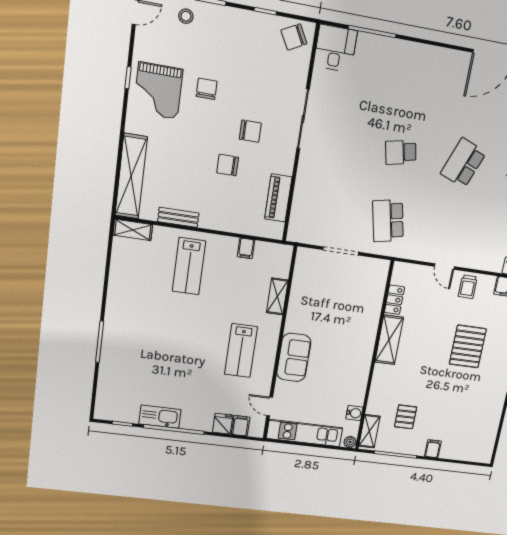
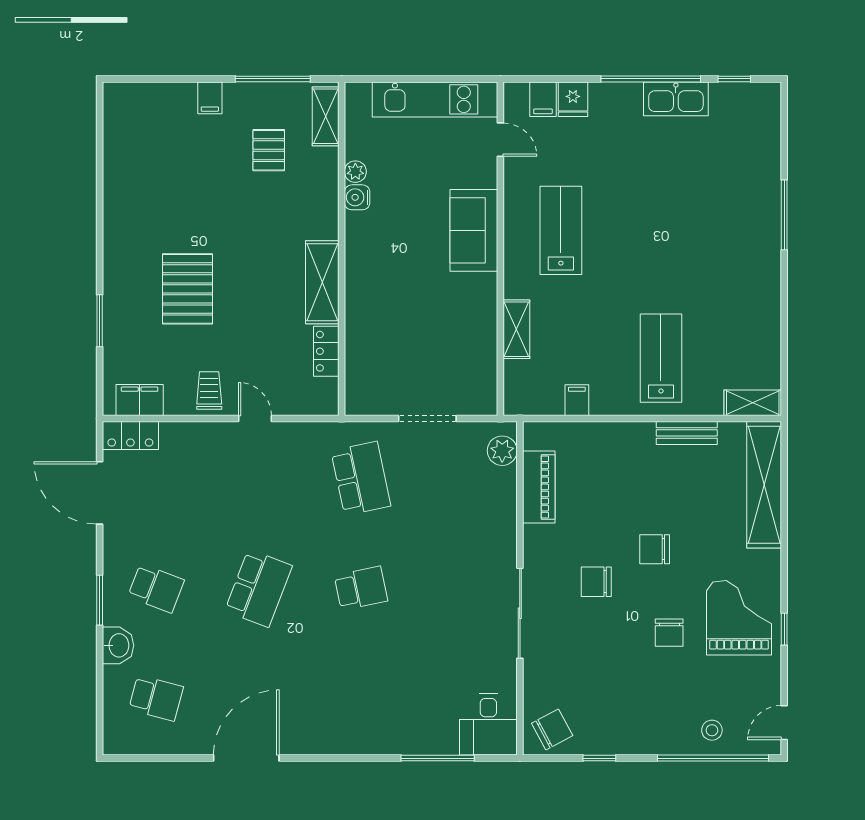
chair: (228, 165) -> (655, 549), moved, turned 180
plant: (298, 224) -> (502, 451), added
water cooler: (354, 413) -> (357, 197), moved
plant: (350, 442) -> (355, 172), moved

